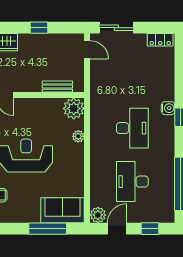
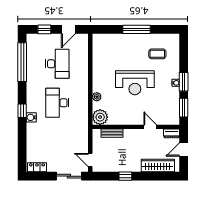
sofa: (63, 210) -> (108, 43), removed
plant: (98, 215) -> (82, 39), removed
window: (48, 229) -> (136, 29), moved

